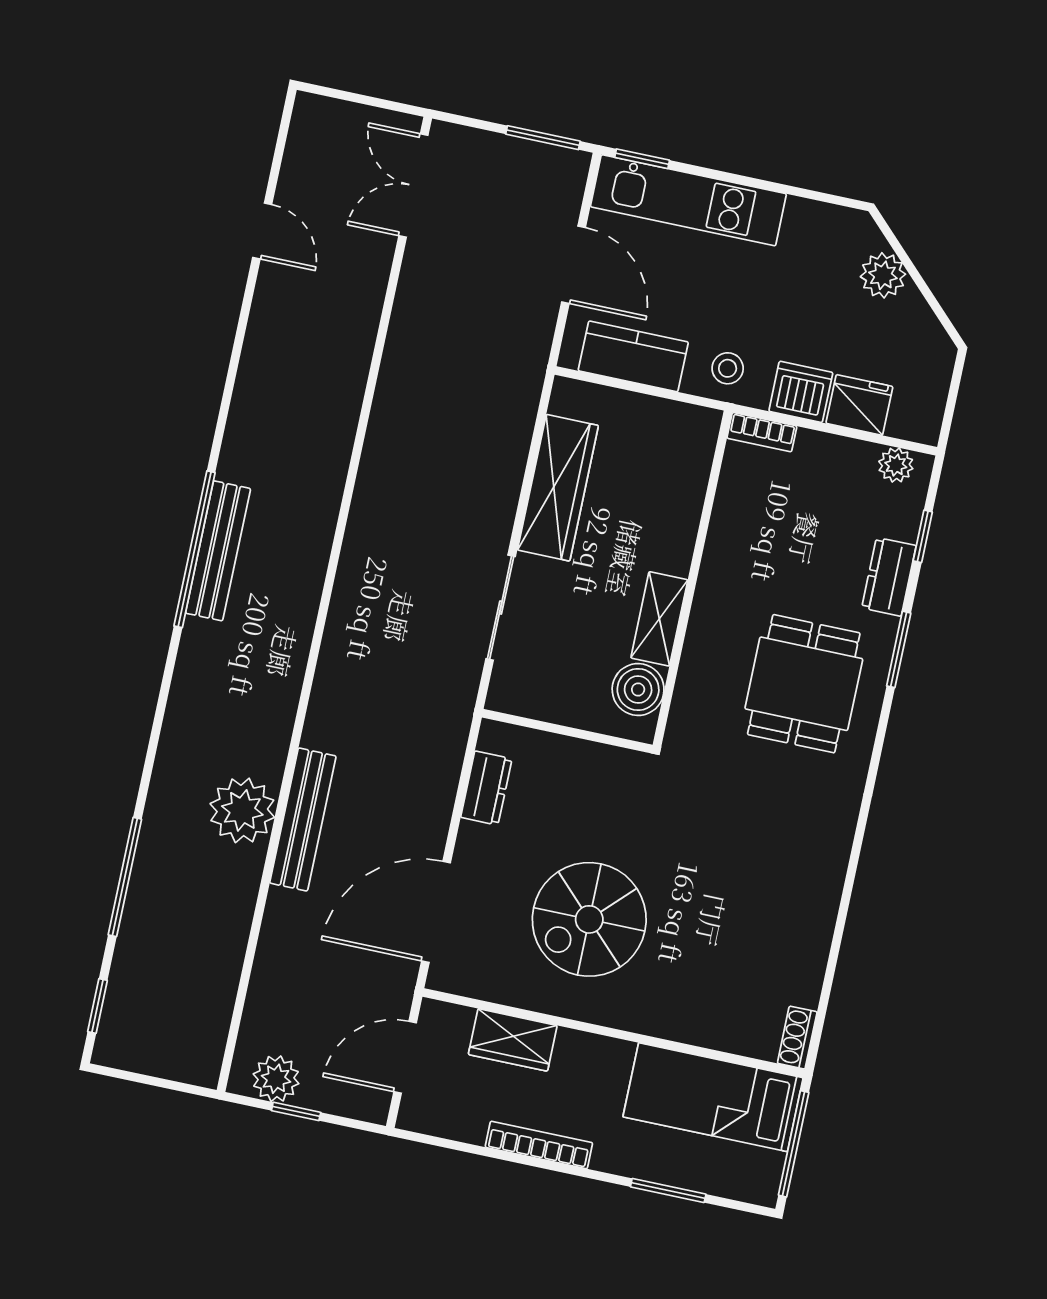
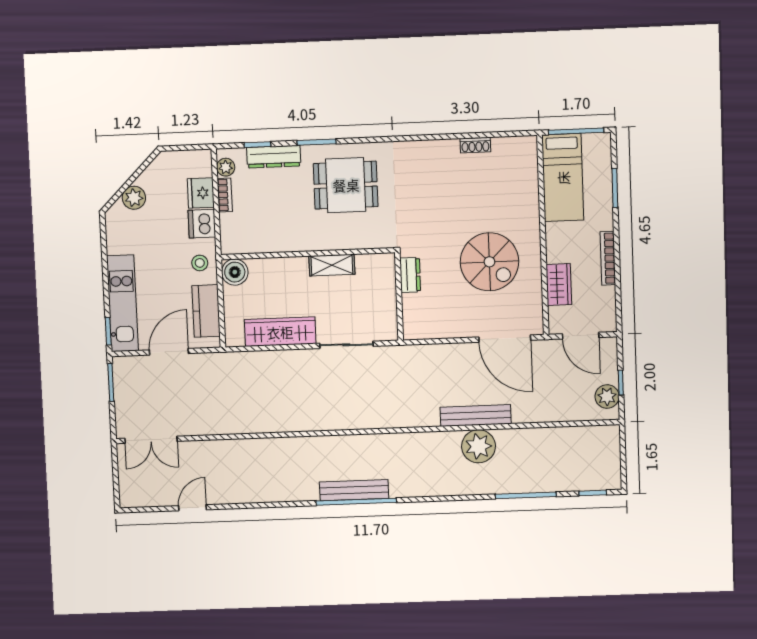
bookcase: (762, 432) -> (225, 195), moved
dresser: (889, 577) -> (274, 157), width x1.44
boiler: (638, 690) -> (235, 272), moved
dresser: (486, 788) -> (410, 275), moved, turned 90
shoe rack: (797, 1038) -> (475, 145), moved

